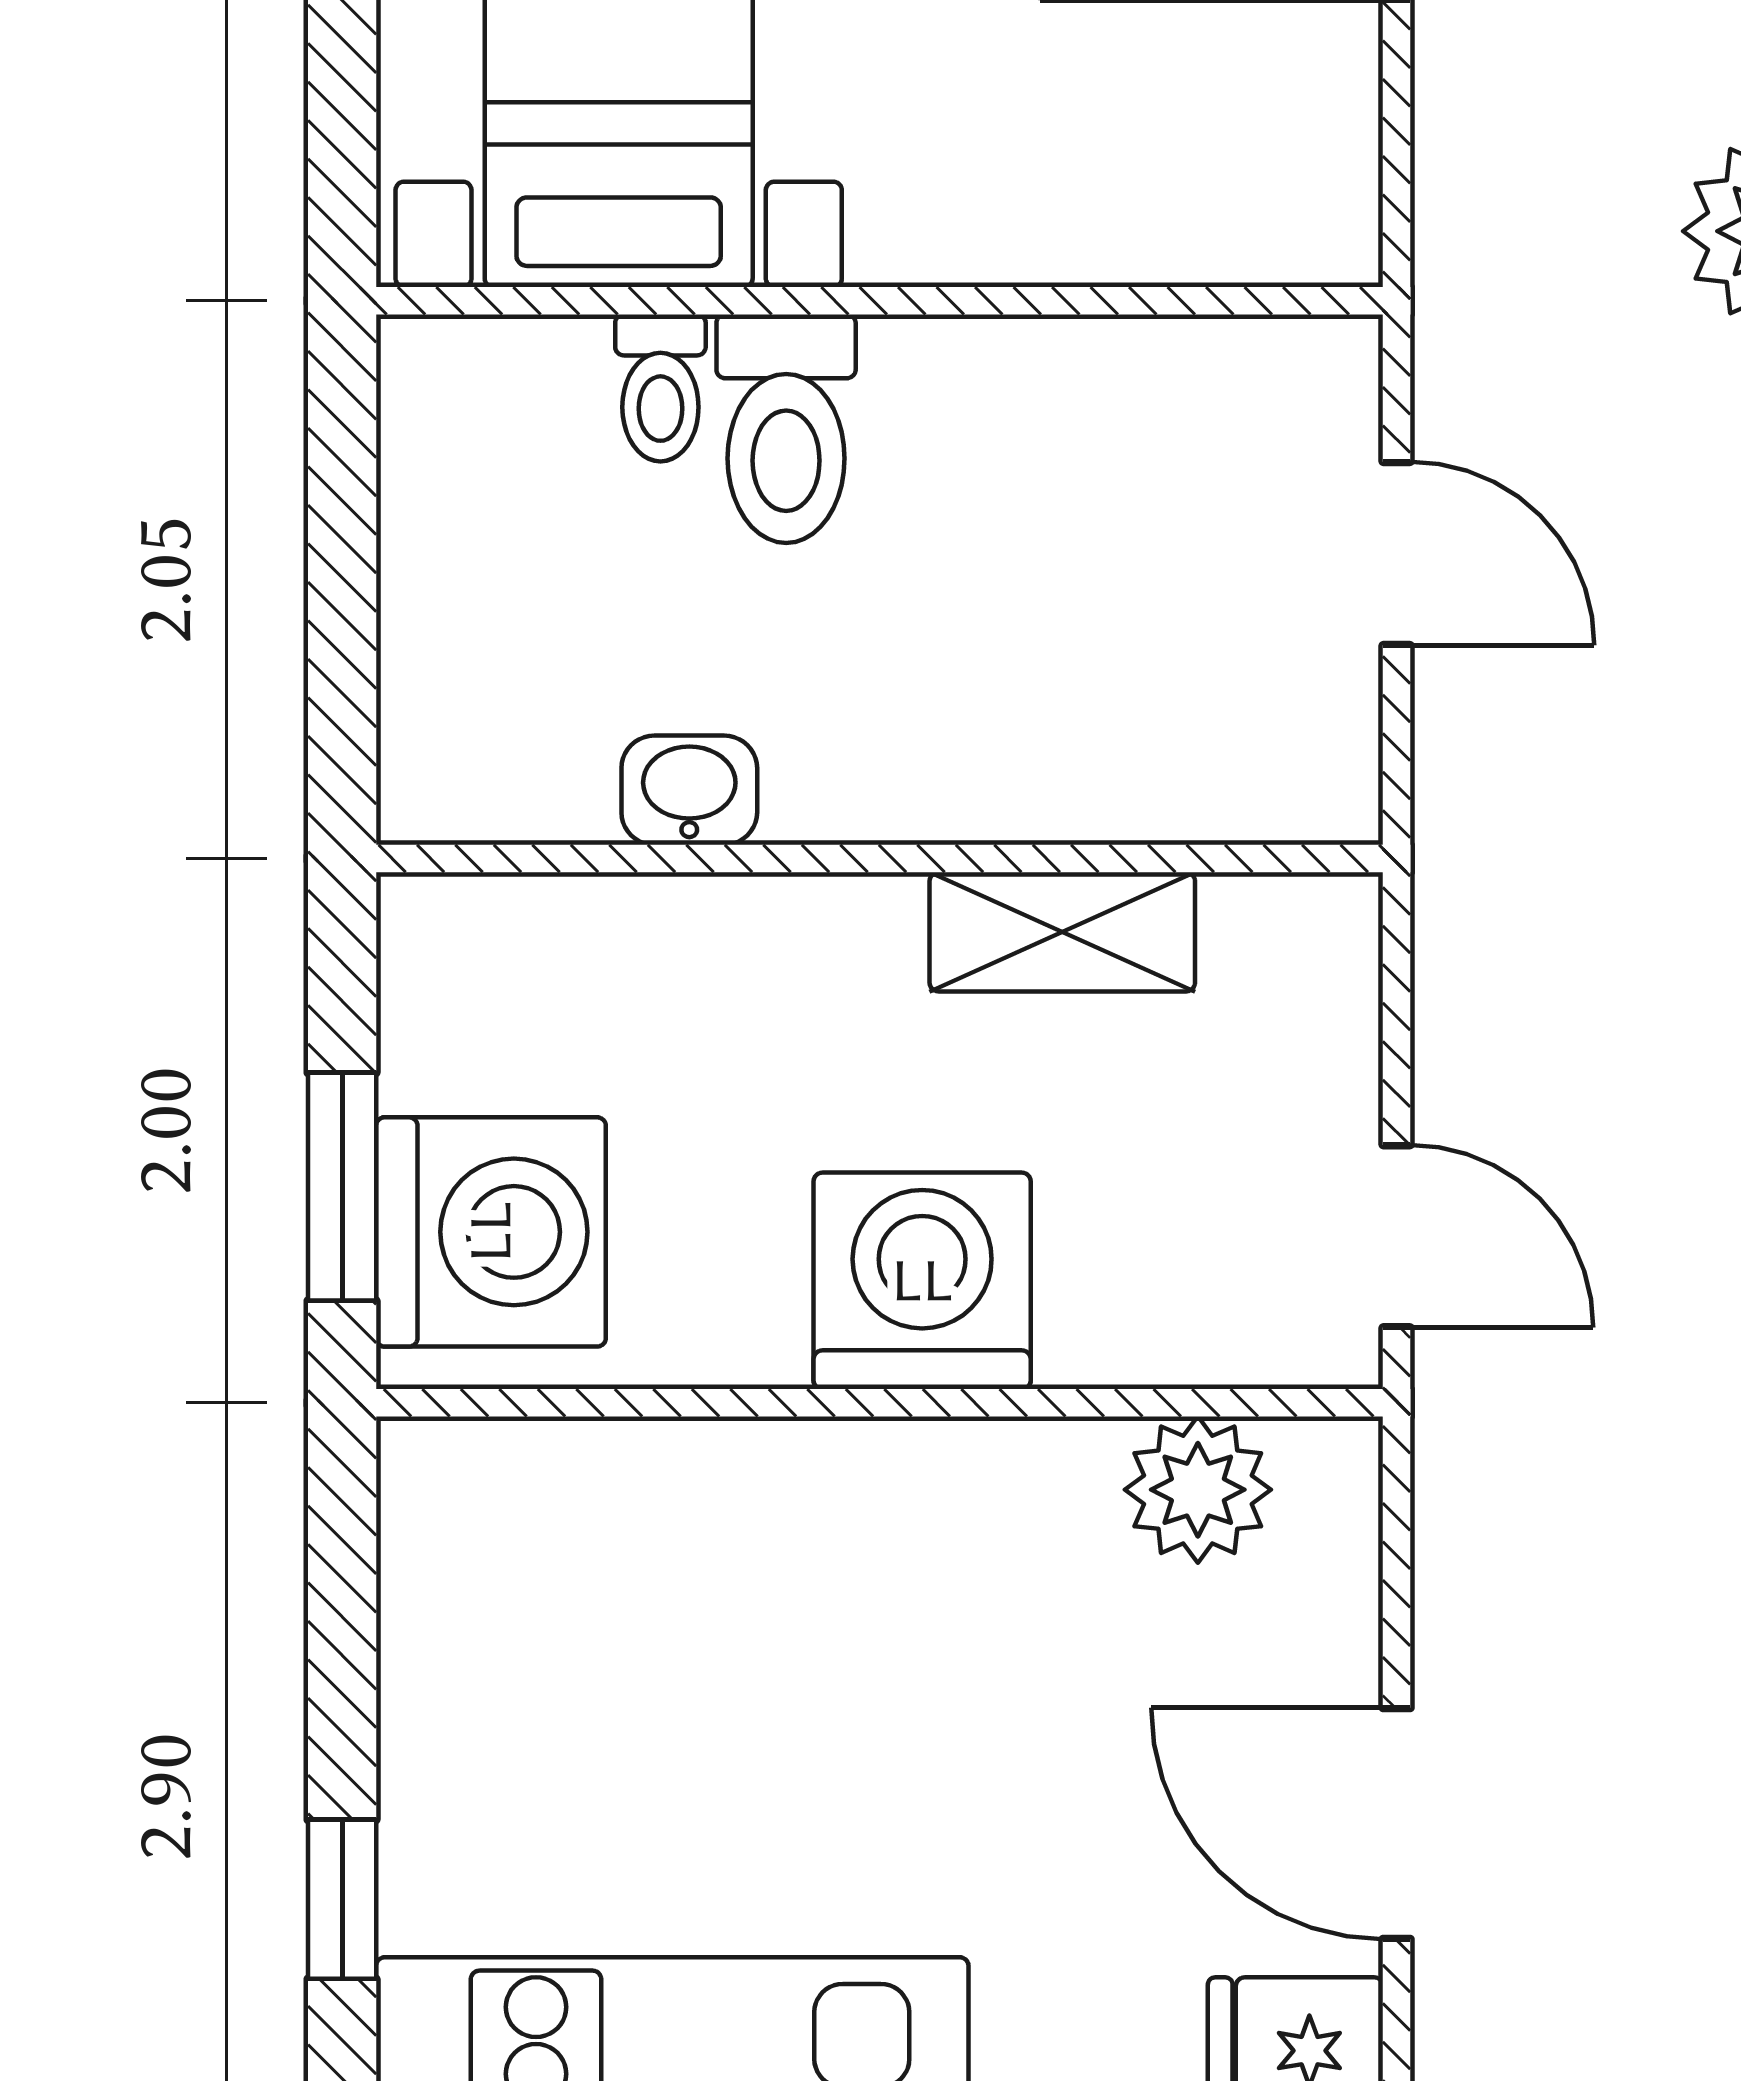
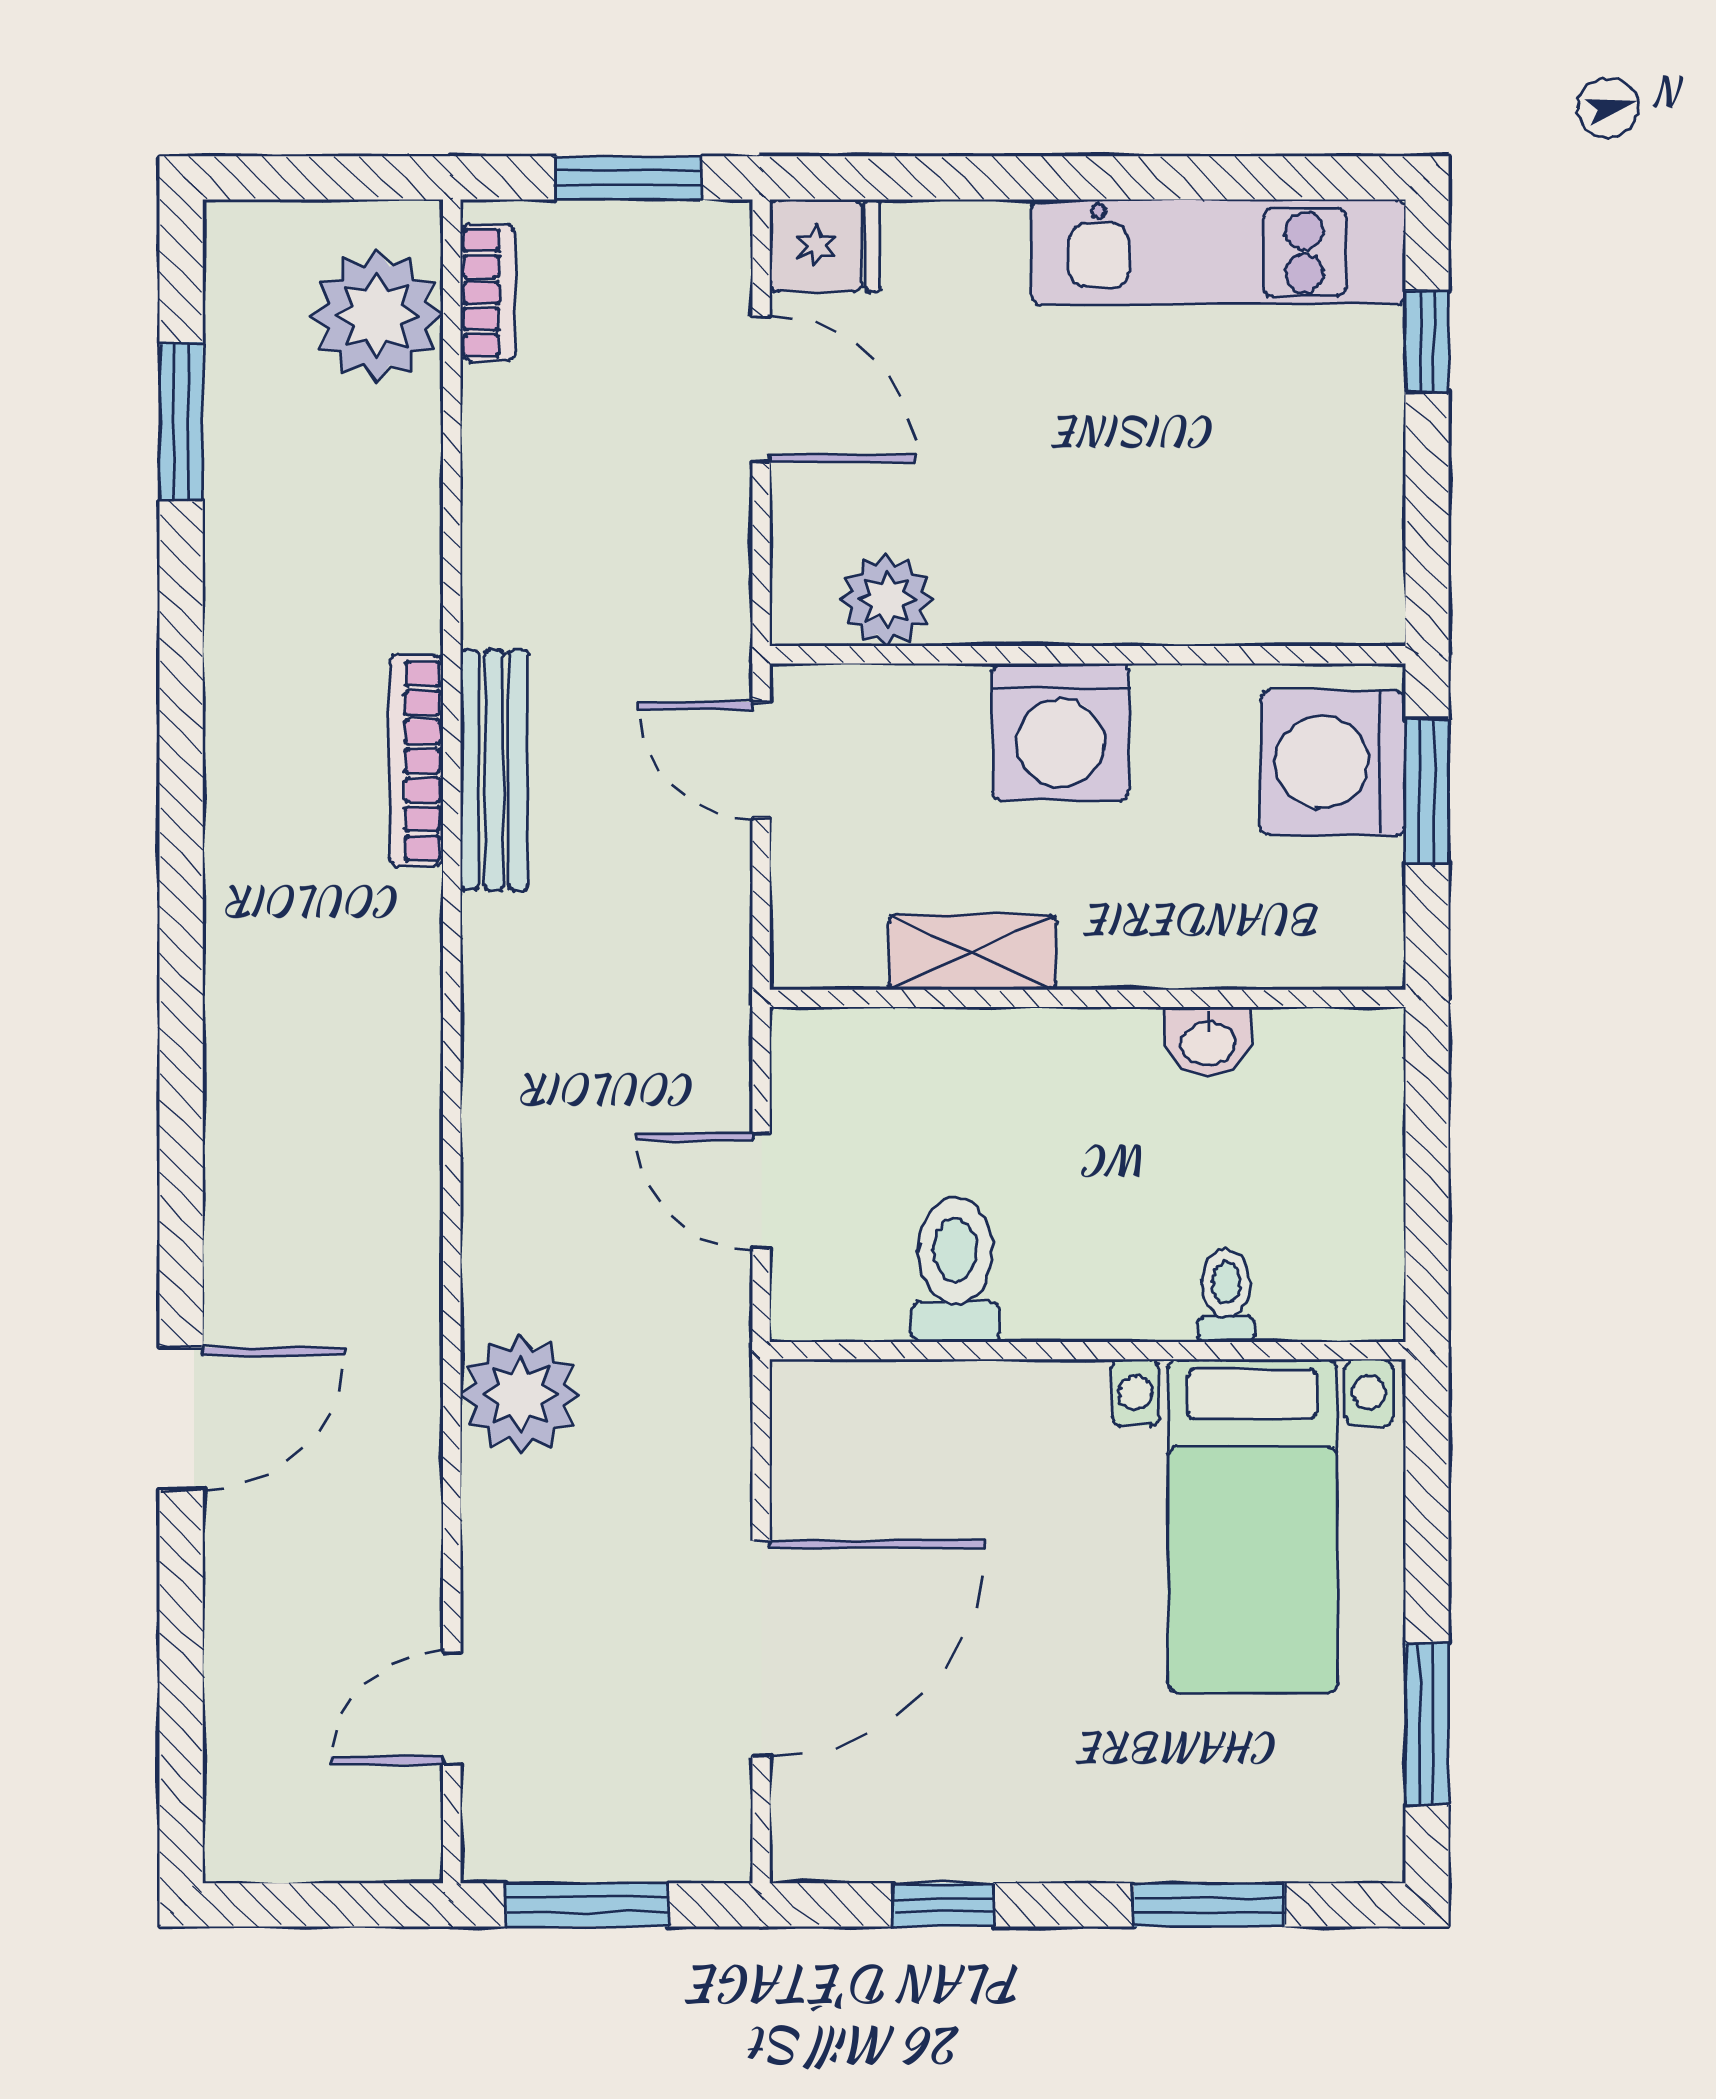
toilet: (786, 429) -> (955, 1270), moved

